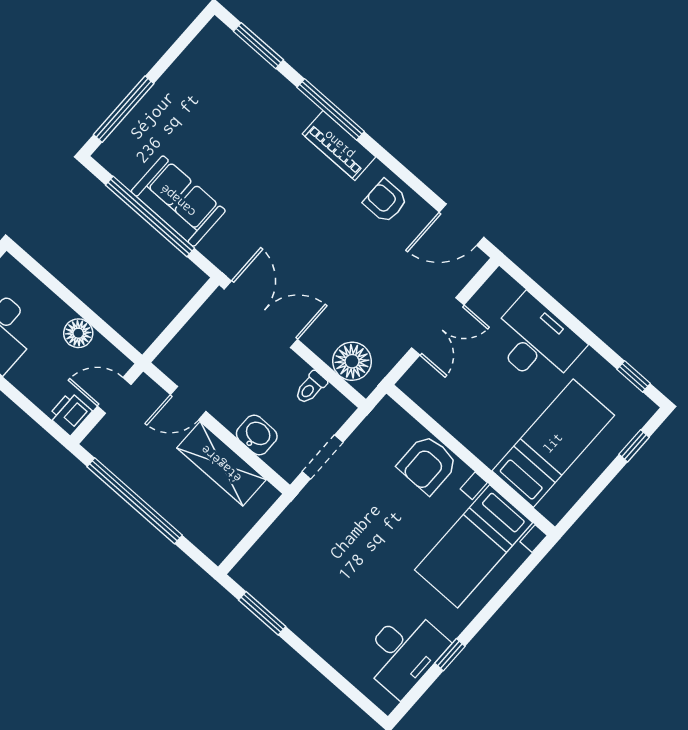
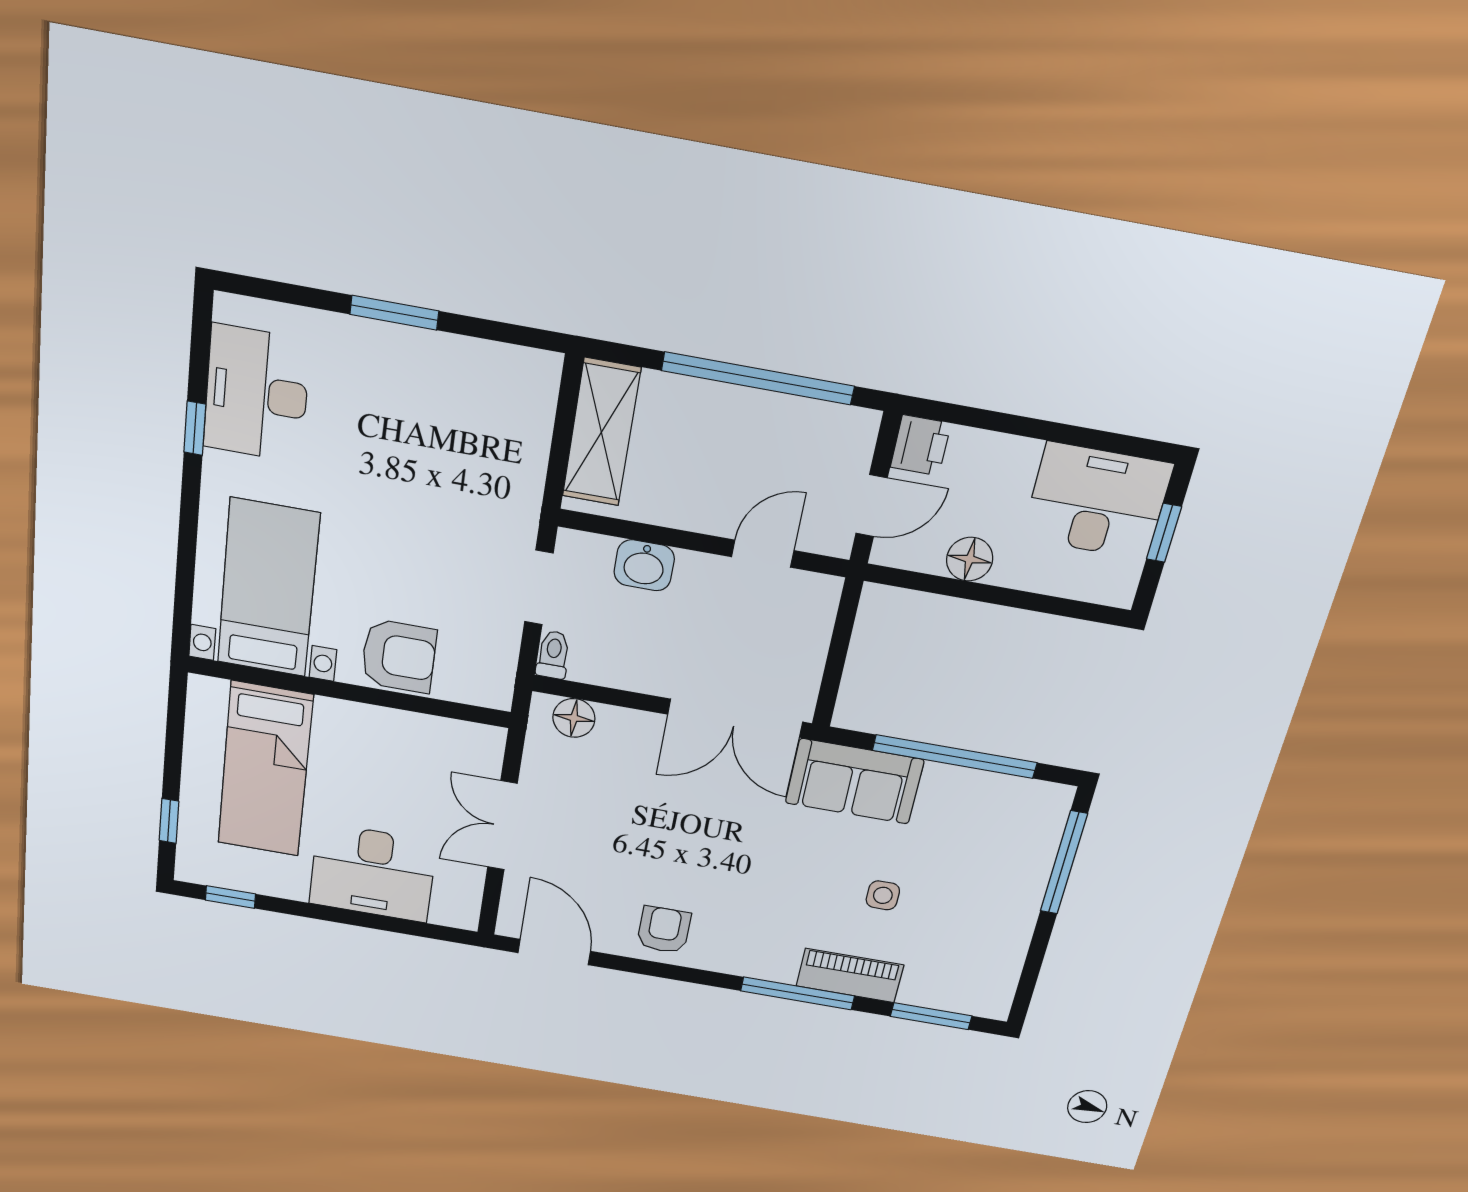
piano: (339, 145) -> (850, 975), moved
side table: (241, 148) -> (883, 895), added
sofa: (178, 201) -> (854, 781), moved
armchair: (385, 201) -> (664, 930), turned -90
door: (461, 225) -> (554, 952), hinge flipped
floor lamp: (352, 361) -> (574, 718), width x0.73, depth x0.73
toilet: (311, 388) -> (553, 655), moved
shelving: (221, 464) -> (601, 432), moved, turned 90
armchair: (428, 464) -> (399, 656), turned 90
window: (262, 613) -> (394, 313), moved

